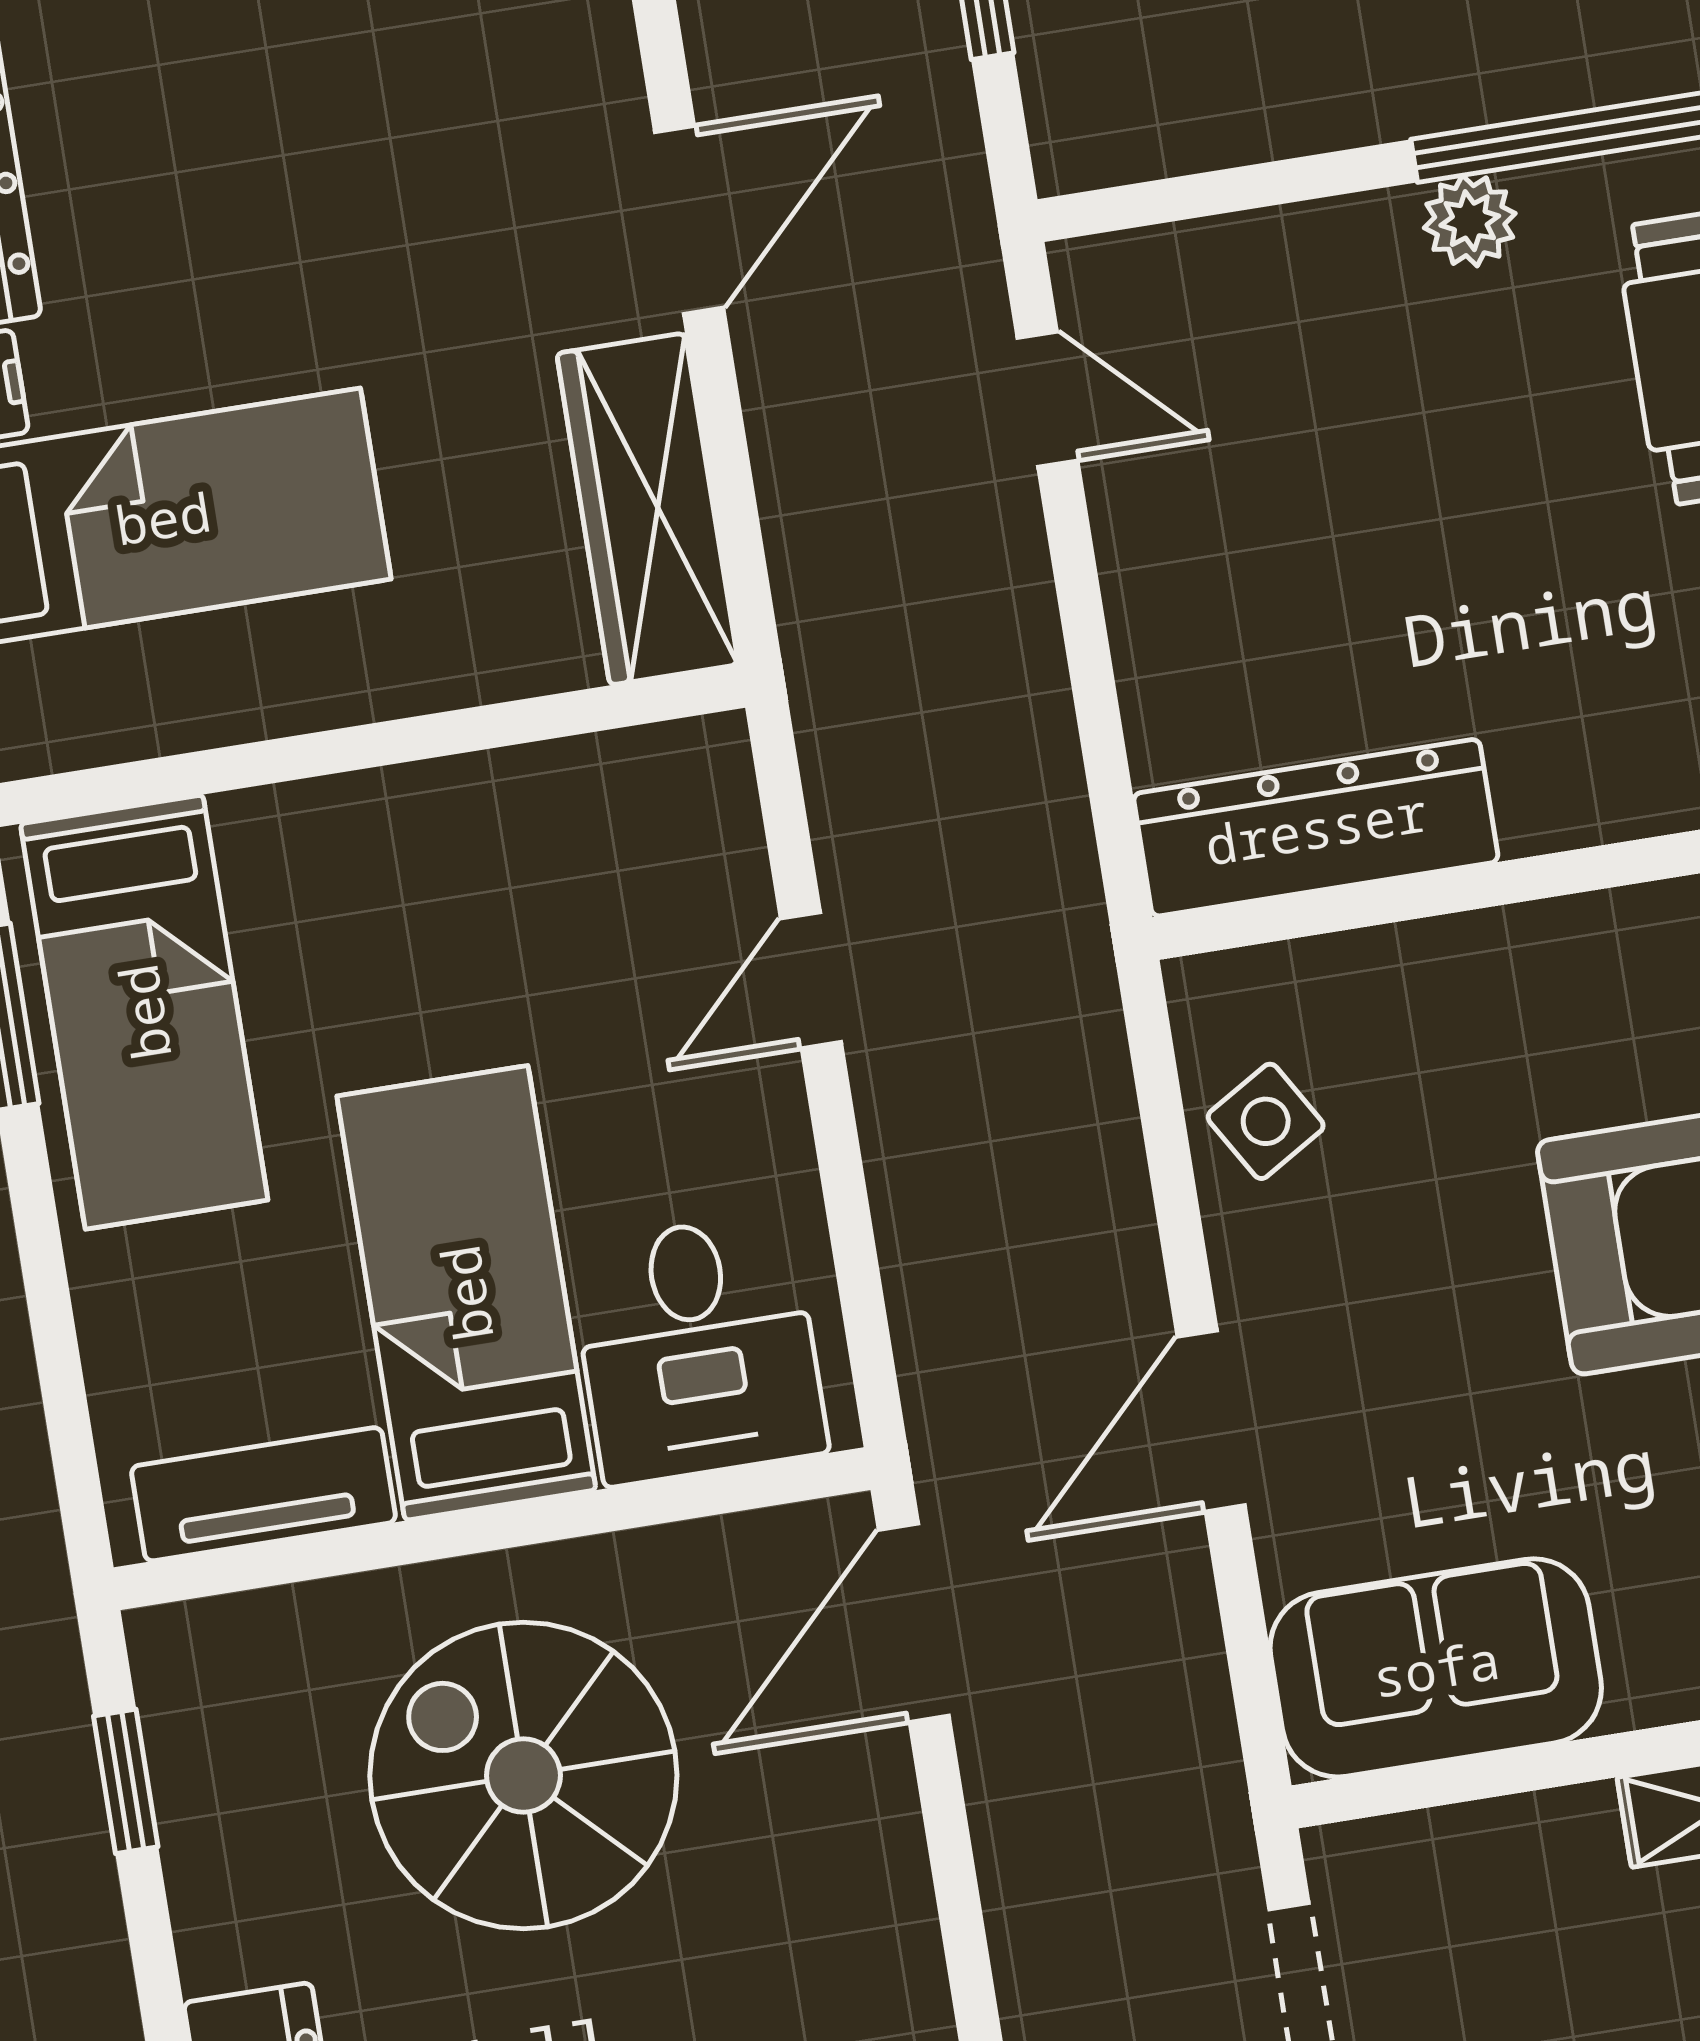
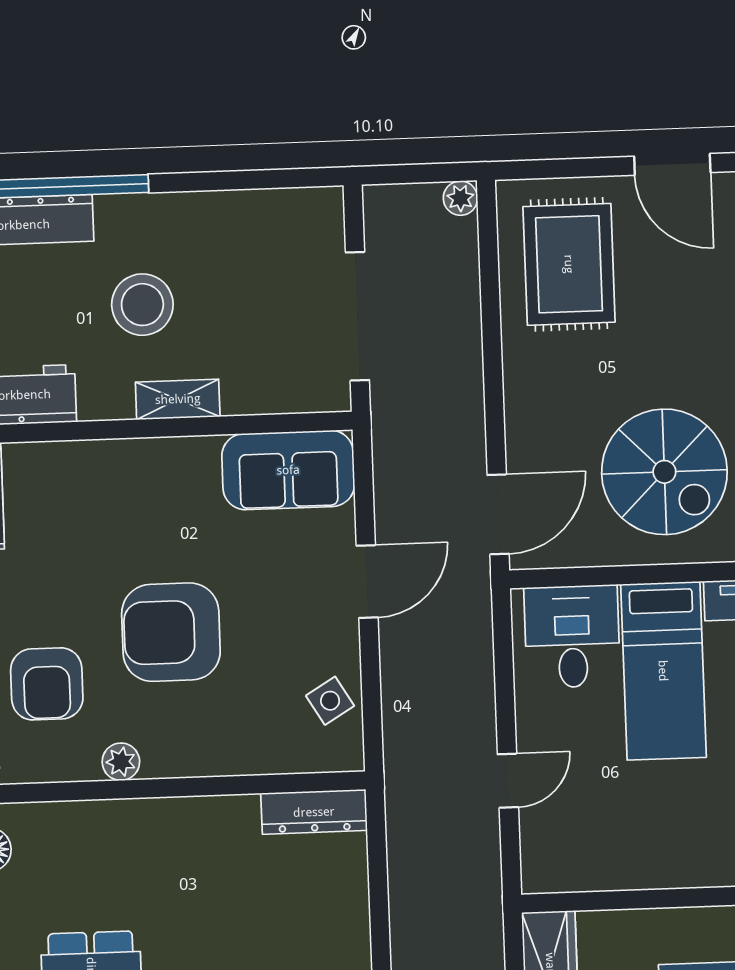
dresser: (1316, 828) -> (314, 812), width x0.73, depth x0.80

